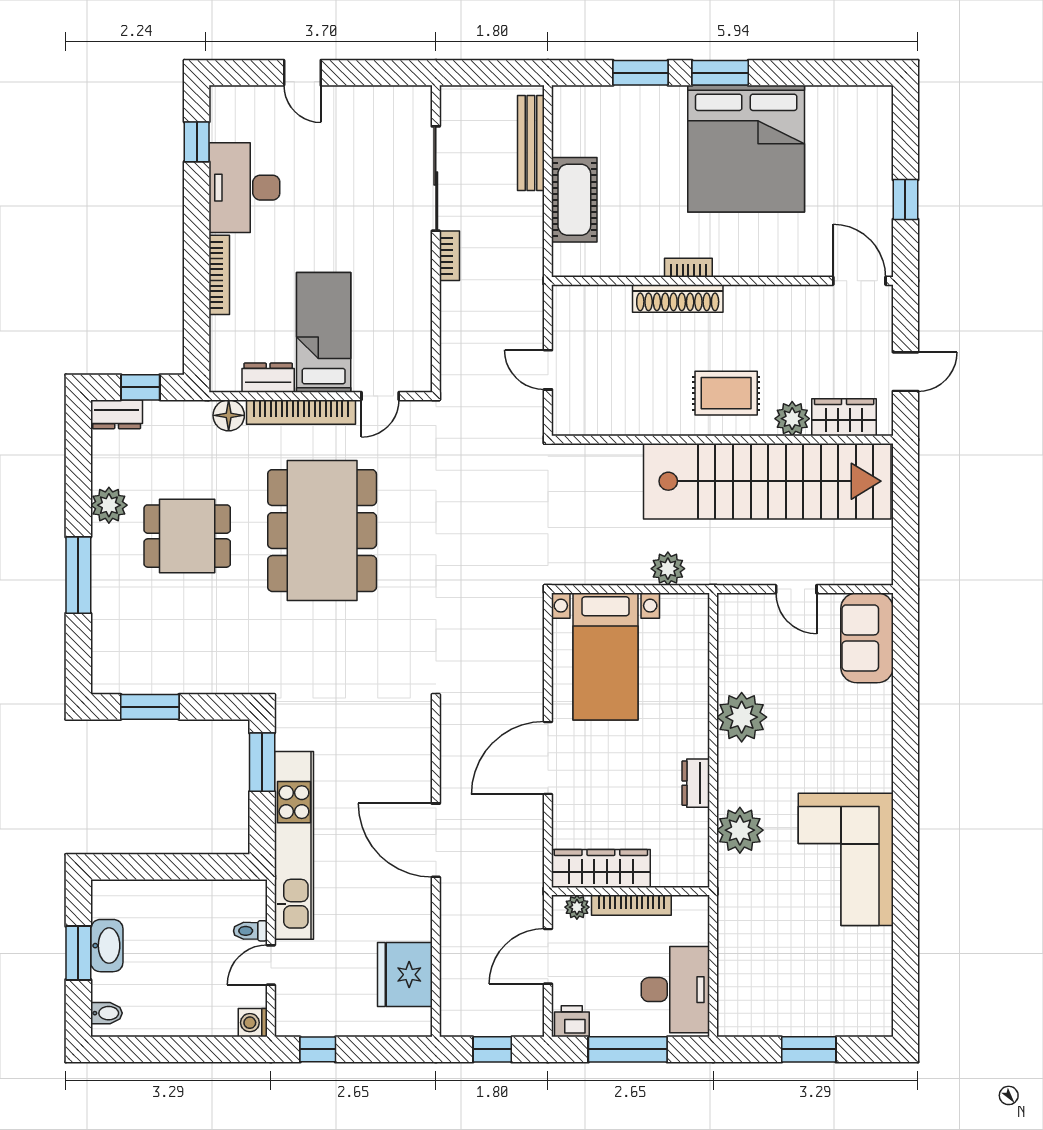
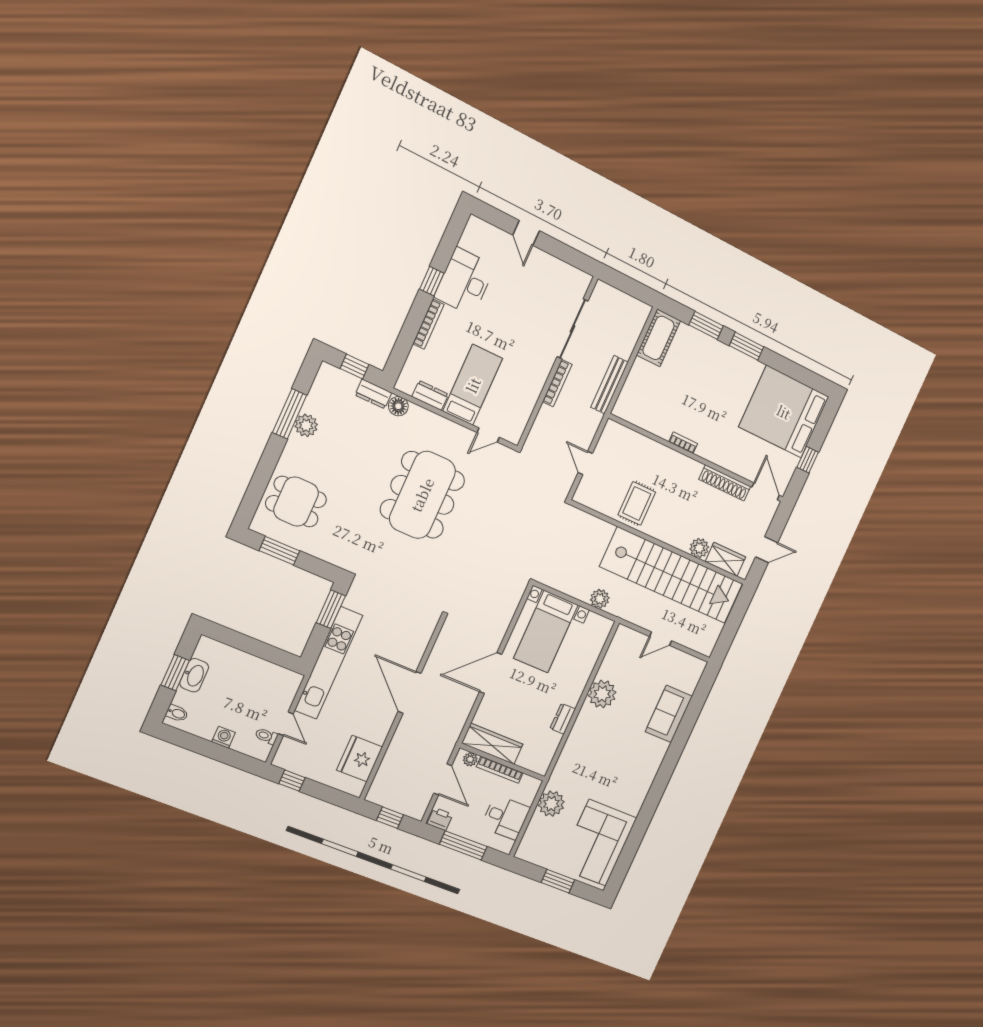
window: (197, 142) -> (432, 281), moved
bench: (531, 143) -> (609, 385), moved
bed: (746, 149) -> (784, 412), moved, turned 90
cot: (574, 200) -> (658, 338), moved
bookcase: (449, 256) -> (557, 383), width x1.56
shoe rack: (678, 298) -> (725, 483), moved
rug: (726, 393) -> (637, 503), moved, turned 90
bookcase: (301, 412) -> (440, 423), removed
dresser: (117, 414) -> (373, 394), moved
dining table: (187, 536) -> (296, 502), moved
window: (78, 575) -> (290, 414), moved
door: (796, 589) -> (660, 639), hinge flipped
sofa: (867, 638) -> (669, 714), moved
plant: (740, 830) -> (551, 804), moved
corner sofa: (846, 859) -> (597, 843), moved
toilet: (250, 931) -> (266, 736), moved
door: (548, 956) -> (443, 779), swing flipped
door: (271, 965) -> (286, 724), swing flipped
desk: (675, 990) -> (506, 817), width x0.73
washing machine: (253, 1023) -> (224, 737), moved, turned 90

